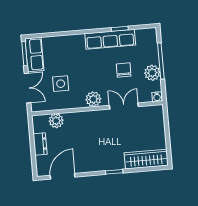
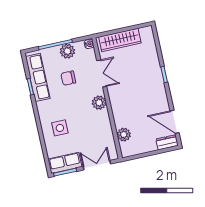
row of seats: (110, 39) -> (38, 77), moved
side table: (61, 84) -> (60, 128), moved
double door: (124, 106) -> (102, 73), swing flipped
dresser: (40, 144) -> (167, 142), moved
wardrobe: (146, 159) -> (120, 40), moved, turned -90

